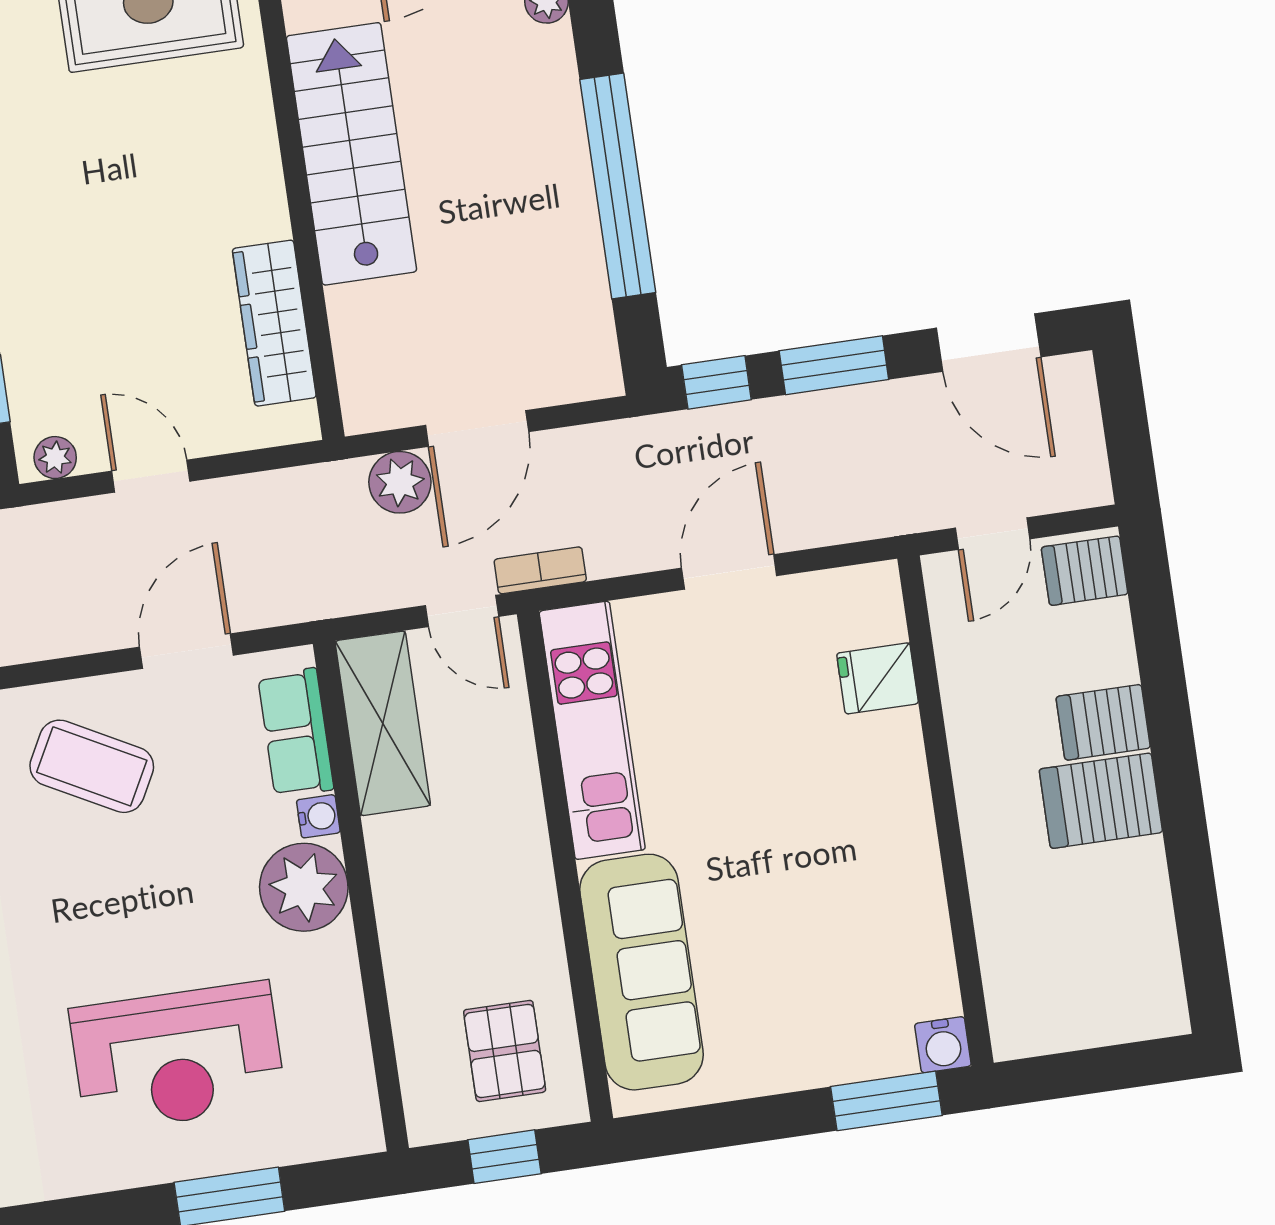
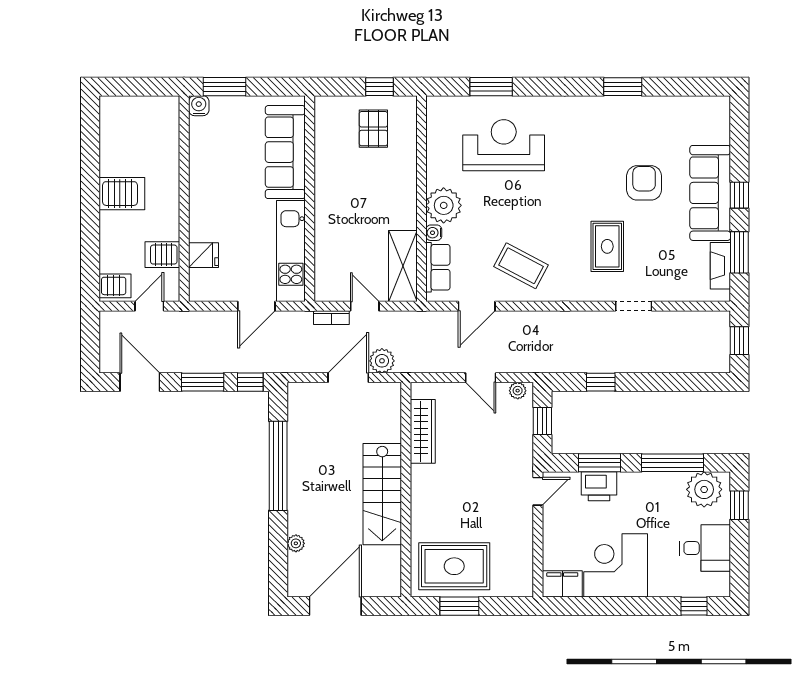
server rack: (1103, 722) -> (162, 255), moved, turned 180
kitchen unit: (592, 730) -> (291, 251), moved
wall: (565, 866) -> (310, 199), moved
sofa: (642, 972) -> (285, 152), moved

